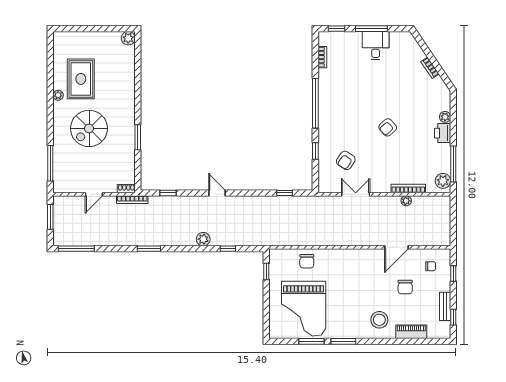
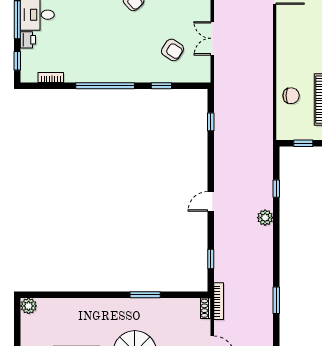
printer: (354, 38) -> (28, 40), added
window: (149, 249) -> (276, 300), moved

